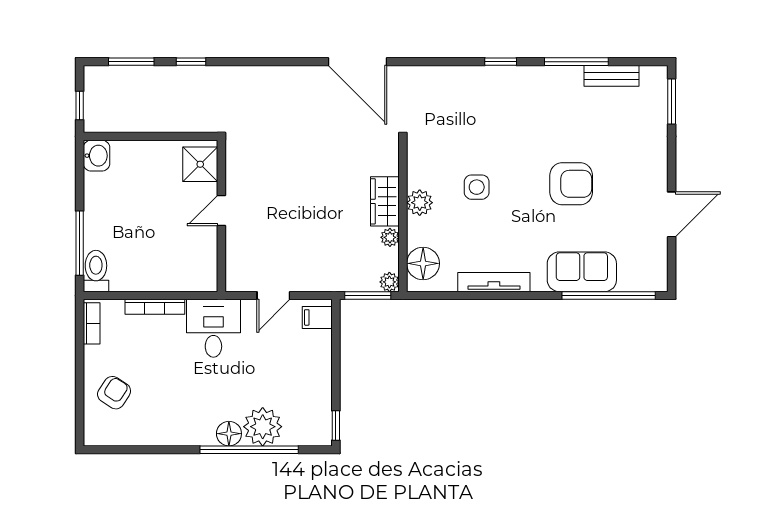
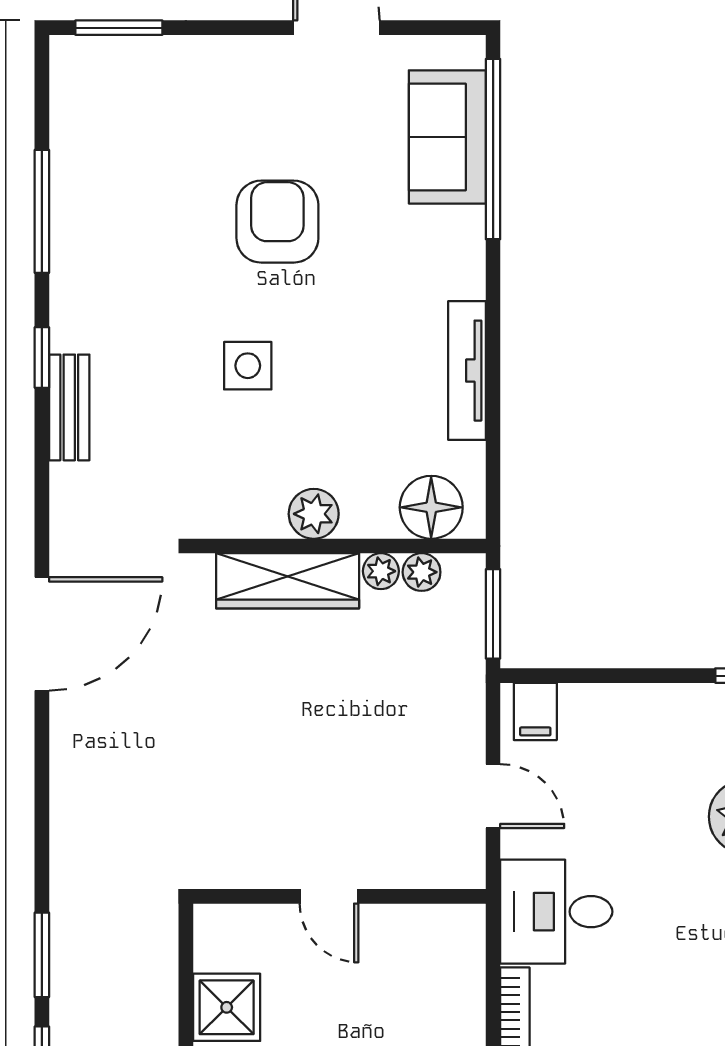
window: (191, 62) -> (42, 955), width x1.50
bench: (611, 76) -> (69, 407), moved
shower: (200, 164) -> (227, 1007), moved
side table: (477, 187) -> (248, 366), moved
wardrobe: (385, 201) -> (288, 581), width x1.50
sofa: (582, 272) -> (447, 137), moved
plant: (389, 282) -> (422, 572), moved

